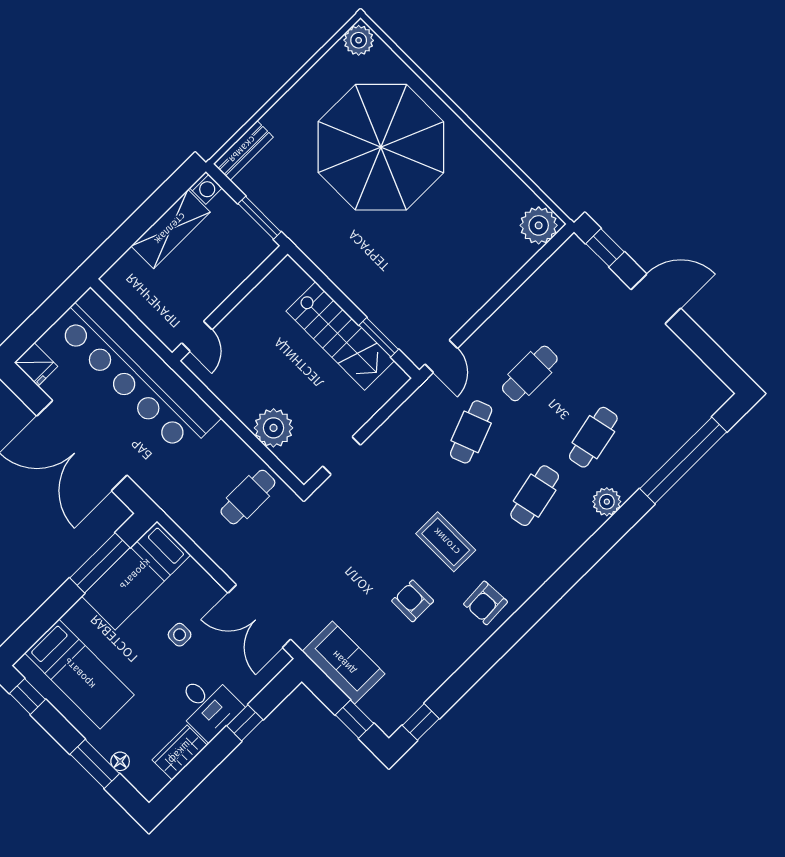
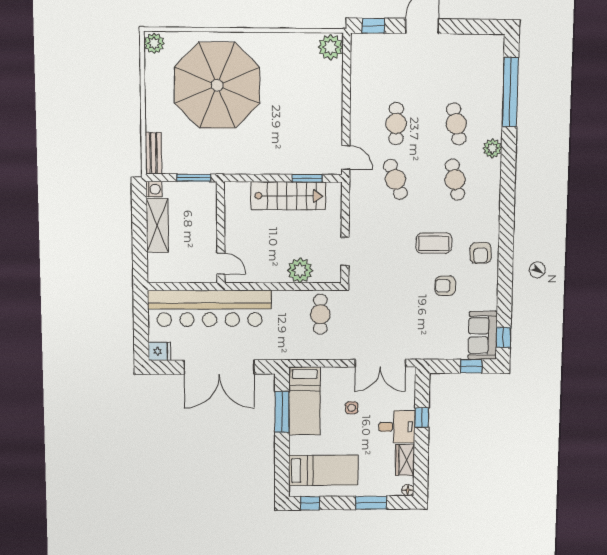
sofa: (343, 663) -> (483, 335), moved, turned -90
floor lamp: (120, 761) -> (408, 490), moved

